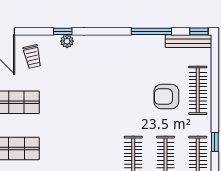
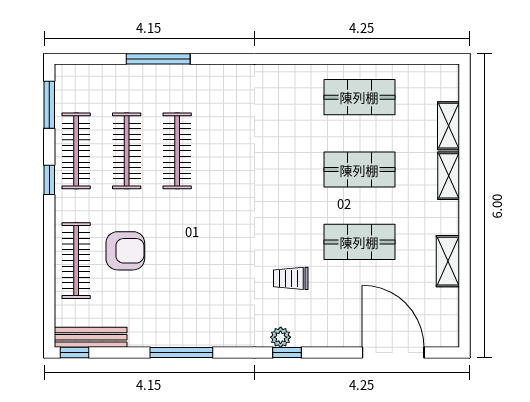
window: (151, 31) -> (181, 353), moved
trolley: (32, 56) -> (291, 278), moved, turned -77

